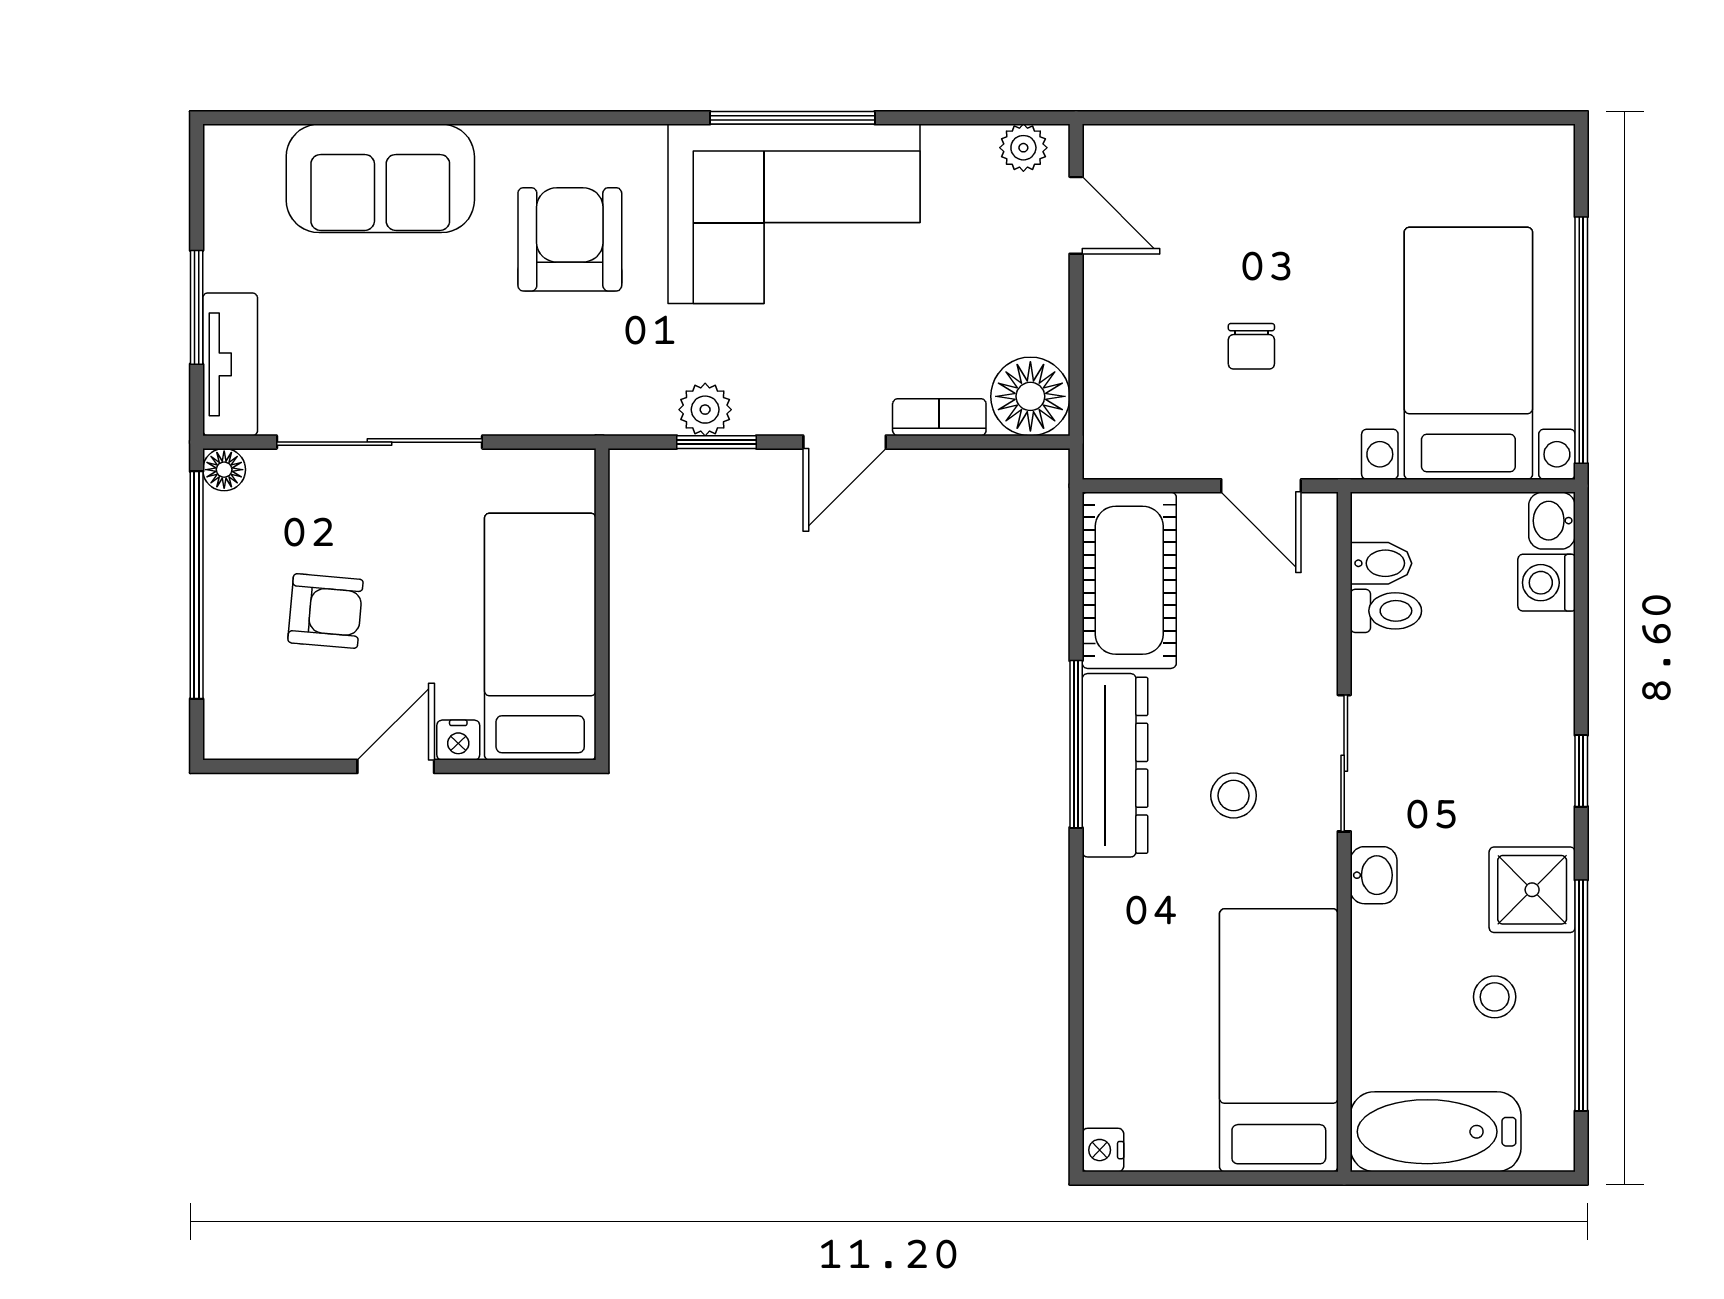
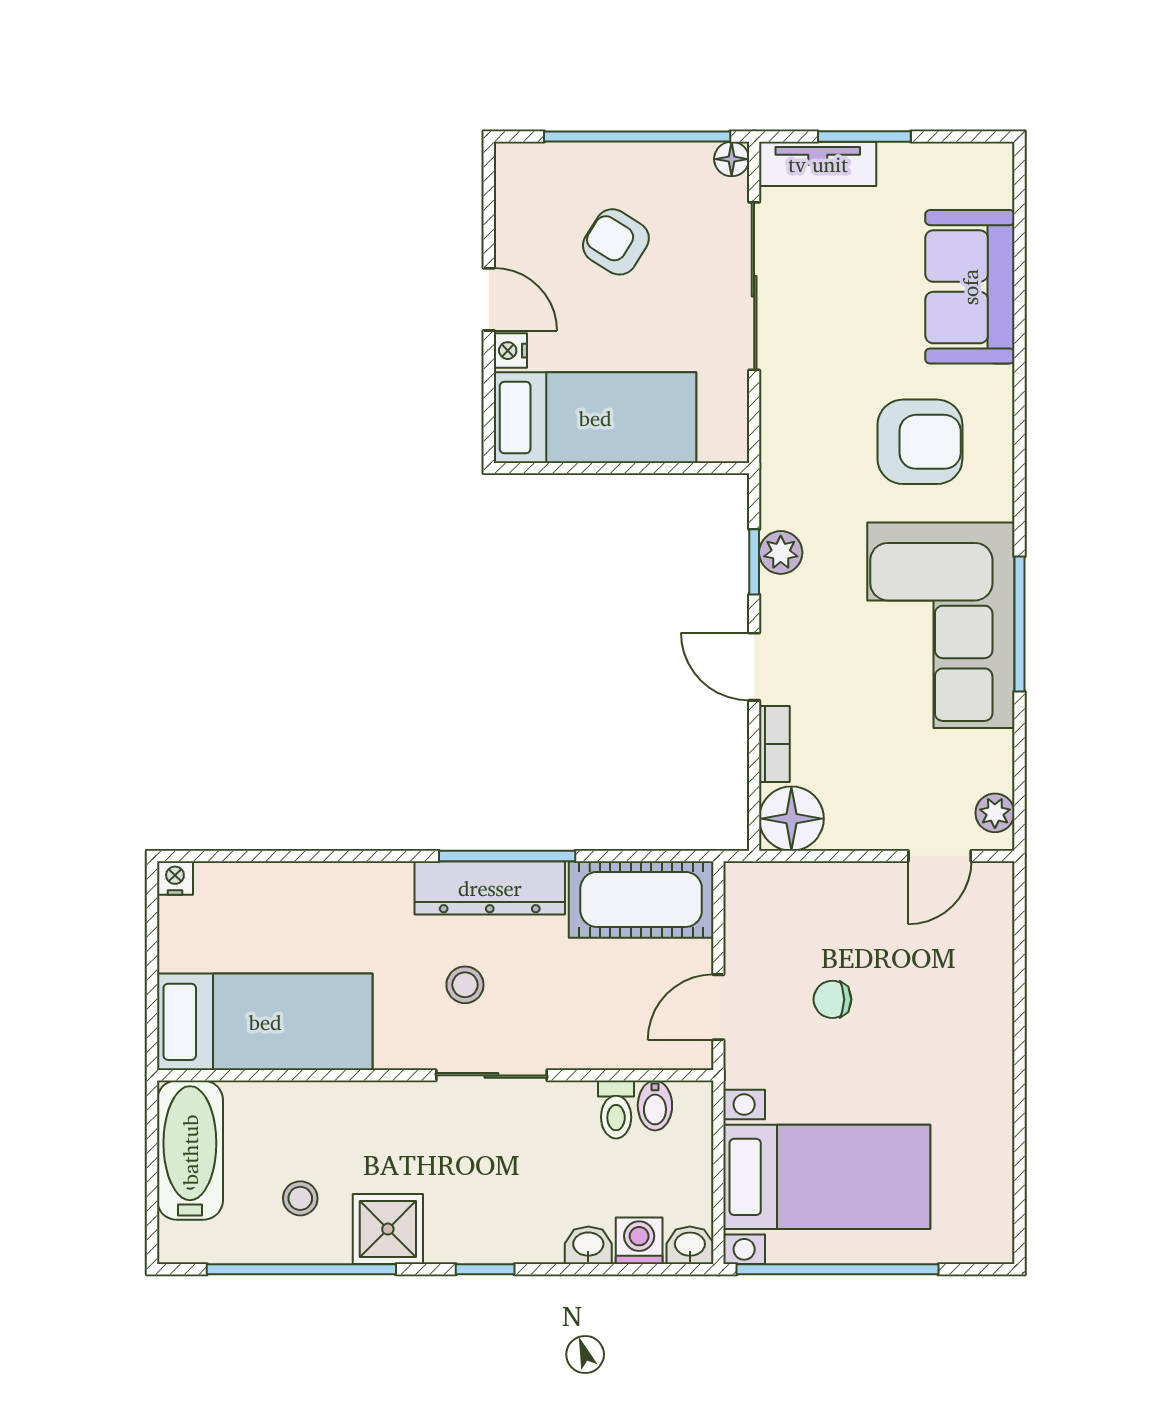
armchair: (325, 611) -> (616, 242), turned 117
washbasin: (1374, 875) -> (588, 1245), moved, turned 180

